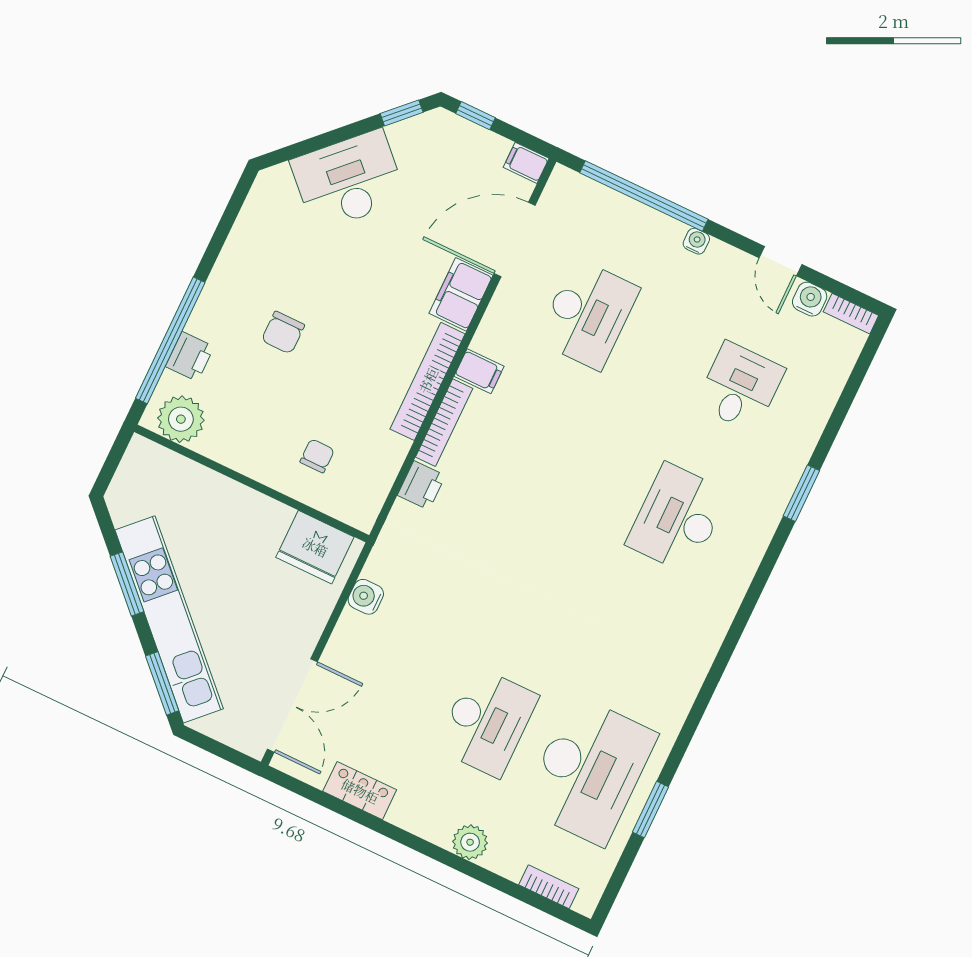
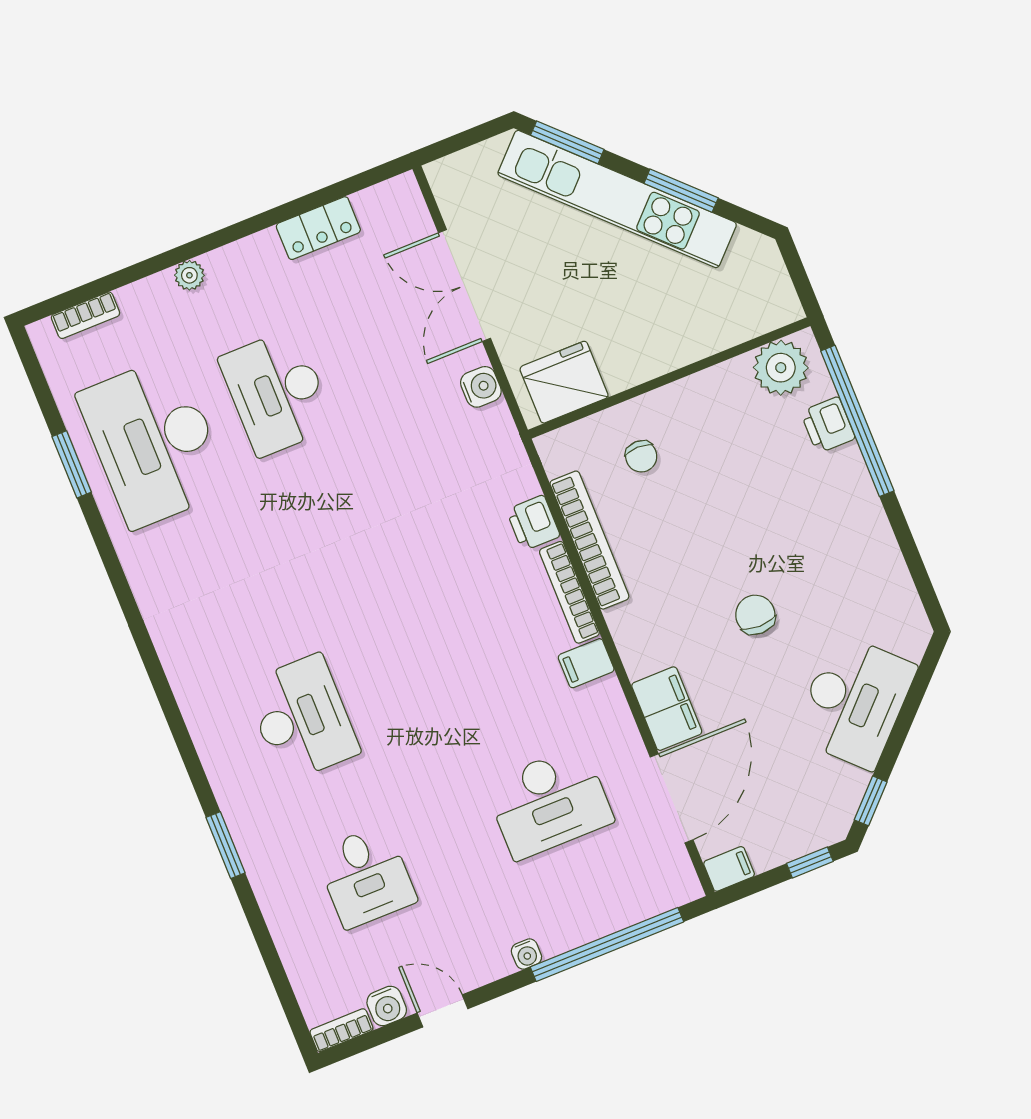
desk: (588, 314) -> (549, 802), turned -90
chair: (283, 333) -> (755, 615), moved
bookcase: (428, 381) -> (589, 540), moved
double door: (292, 705) -> (465, 285), moved
plant: (470, 842) -> (189, 275), width x0.73, depth x0.73

